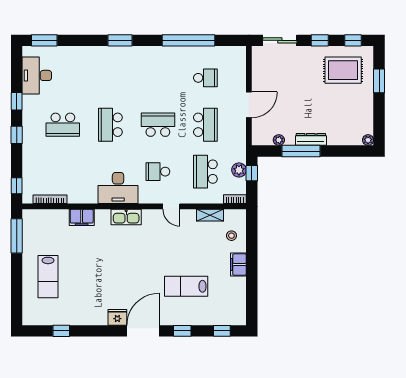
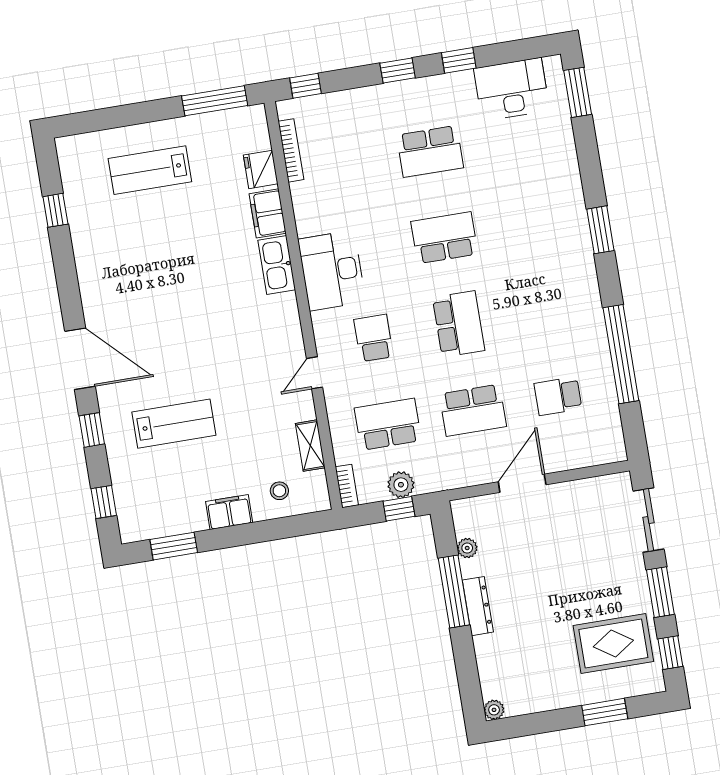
window: (320, 40) -> (660, 592), width x1.50
rug: (343, 70) -> (613, 644), turned 90
school desk: (205, 78) -> (558, 396), turned 90
door: (249, 105) -> (522, 483), swing flipped
school desk: (63, 125) -> (430, 151), turned -90
kitchen sink: (126, 217) -> (277, 265), moved
lab bench: (186, 286) -> (174, 424), turned 90
window: (252, 297) -> (174, 546), added
fridge: (117, 317) -> (261, 169), moved, turned 180

